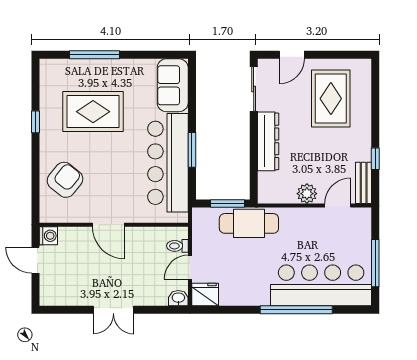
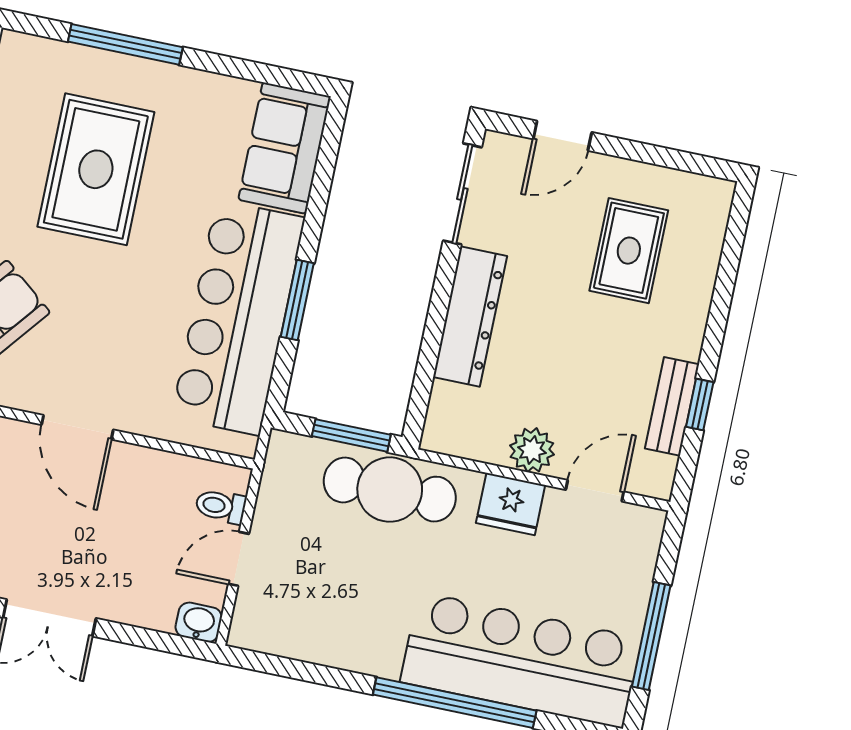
rug: (331, 99) -> (629, 251), width x0.73, depth x0.70
rug: (93, 112) -> (96, 169), turned 90
bench: (364, 183) -> (672, 406), moved
fridge: (205, 294) -> (511, 504), moved, turned 180

